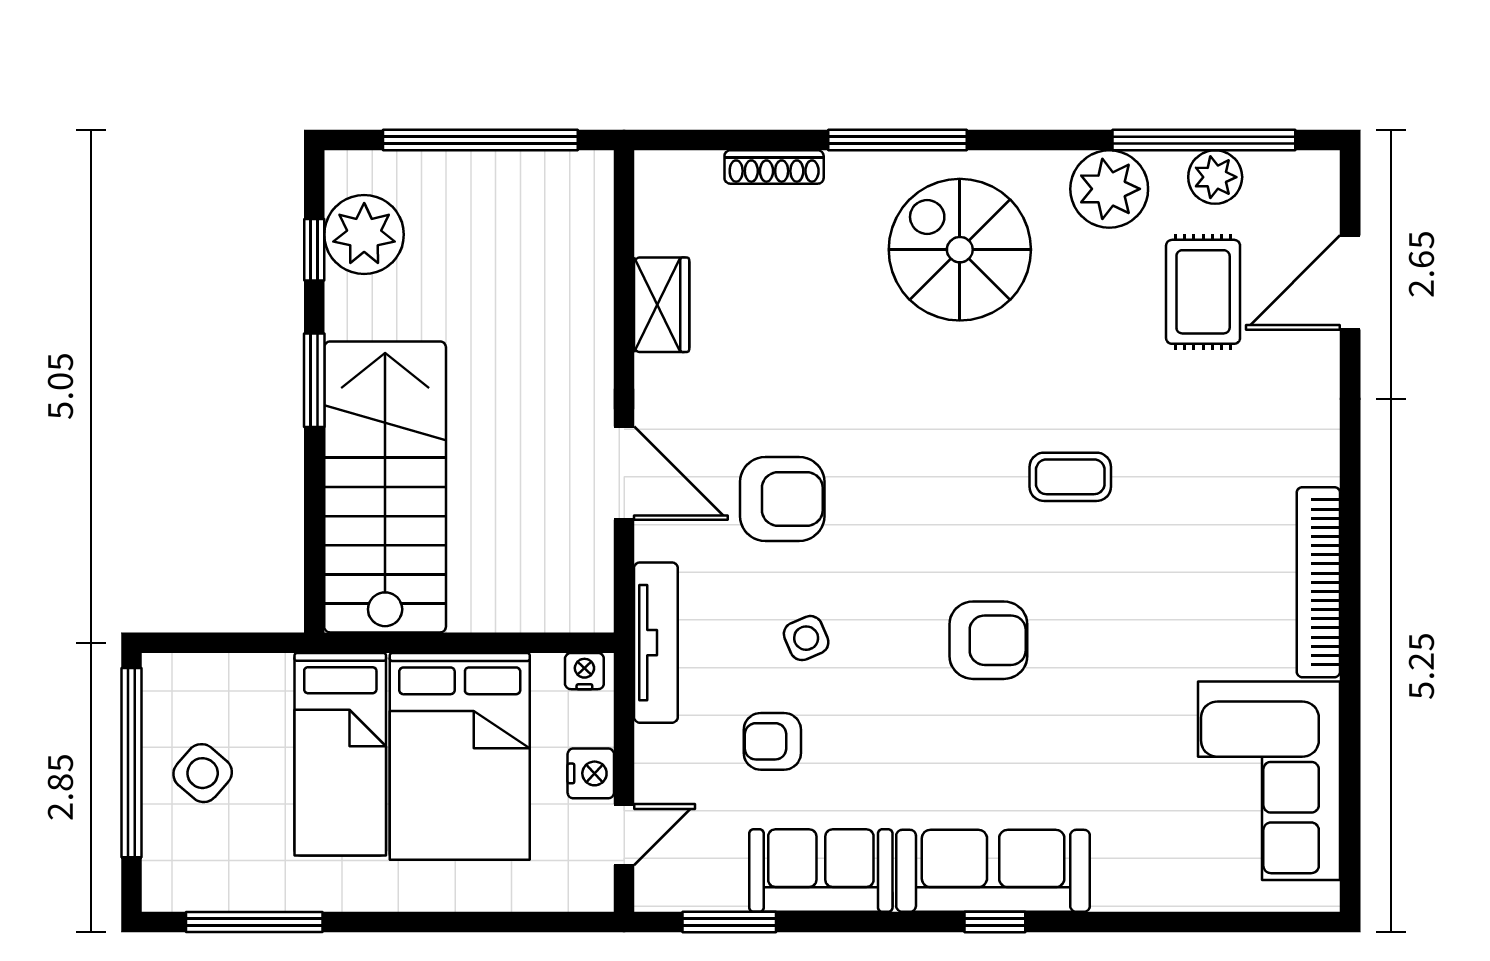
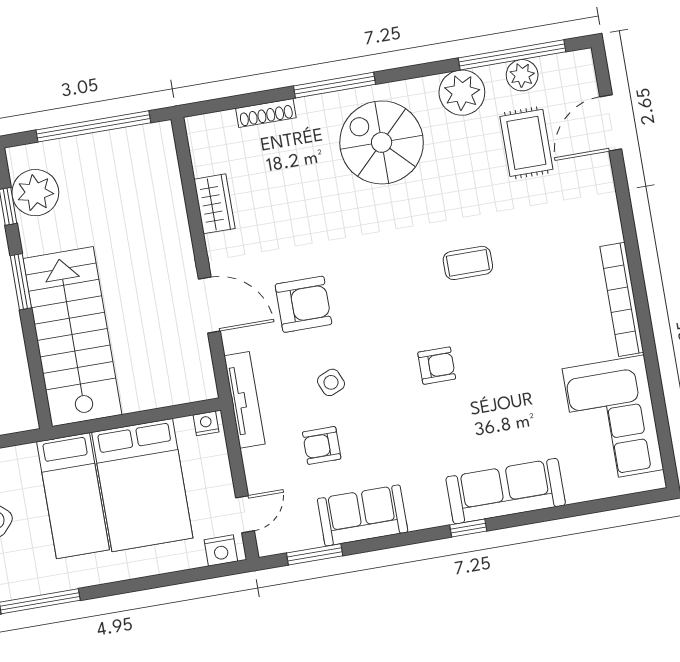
armchair: (988, 640) -> (437, 366), width x0.72, depth x0.72
nightstand: (591, 773) -> (221, 551), moved, turned 90
sofa: (993, 871) -> (506, 491), moved

